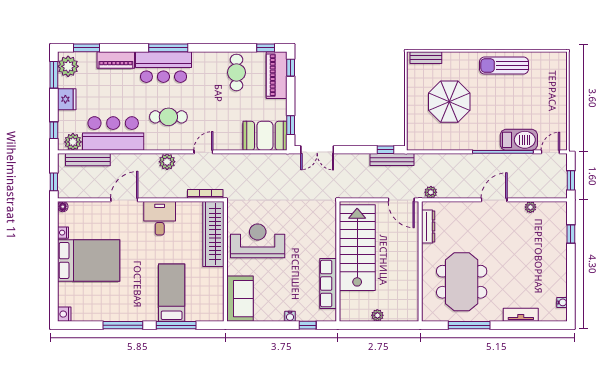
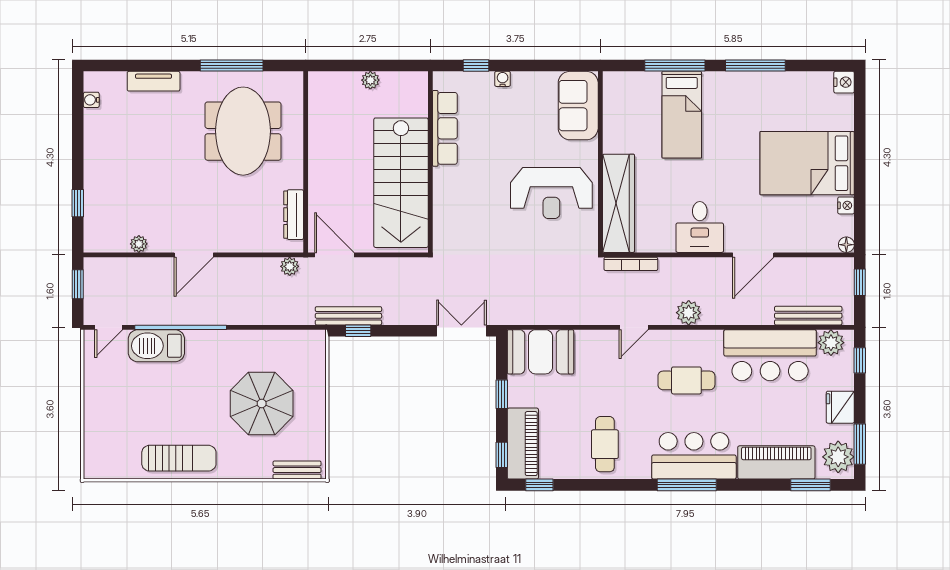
piano: (116, 60) -> (776, 462), width x1.37, depth x1.33
cafe table: (236, 72) -> (605, 444), moved
window: (291, 125) -> (502, 394), moved

